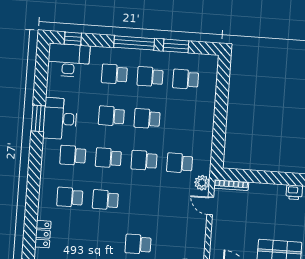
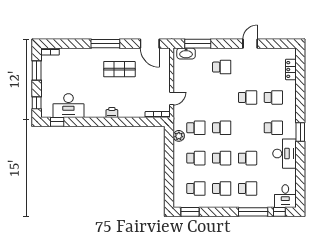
window: (134, 43) -> (253, 212), moved
window: (176, 46) -> (190, 212), moved
desk: (69, 60) -> (285, 196), width x0.73
window: (38, 118) -> (300, 132), moved
school desk: (108, 158) -> (196, 158), moved
plant: (202, 183) -> (179, 136), moved
door: (210, 206) -> (172, 98), hinge flipped

